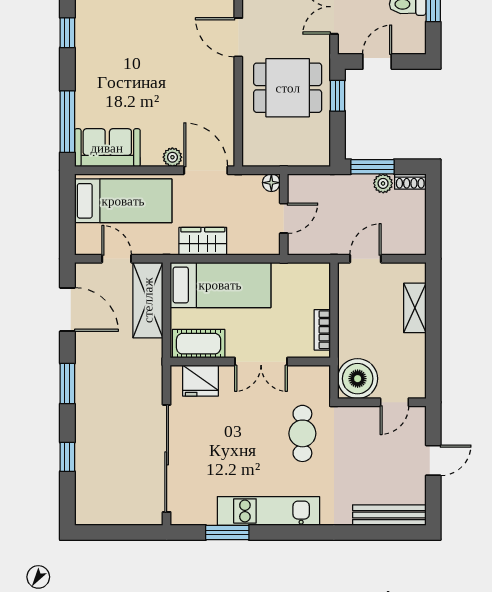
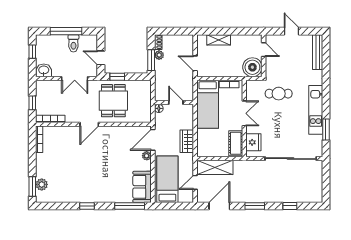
bed: (220, 285) -> (208, 104), moved, turned 180

